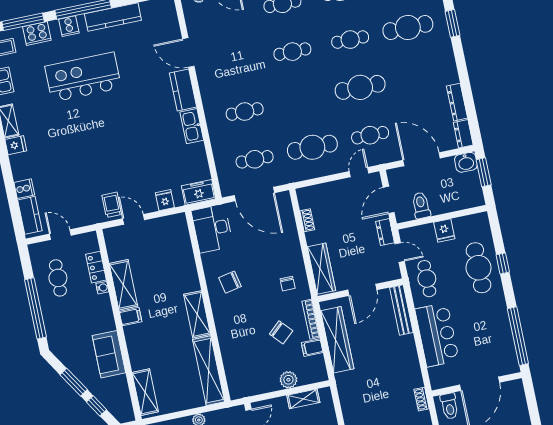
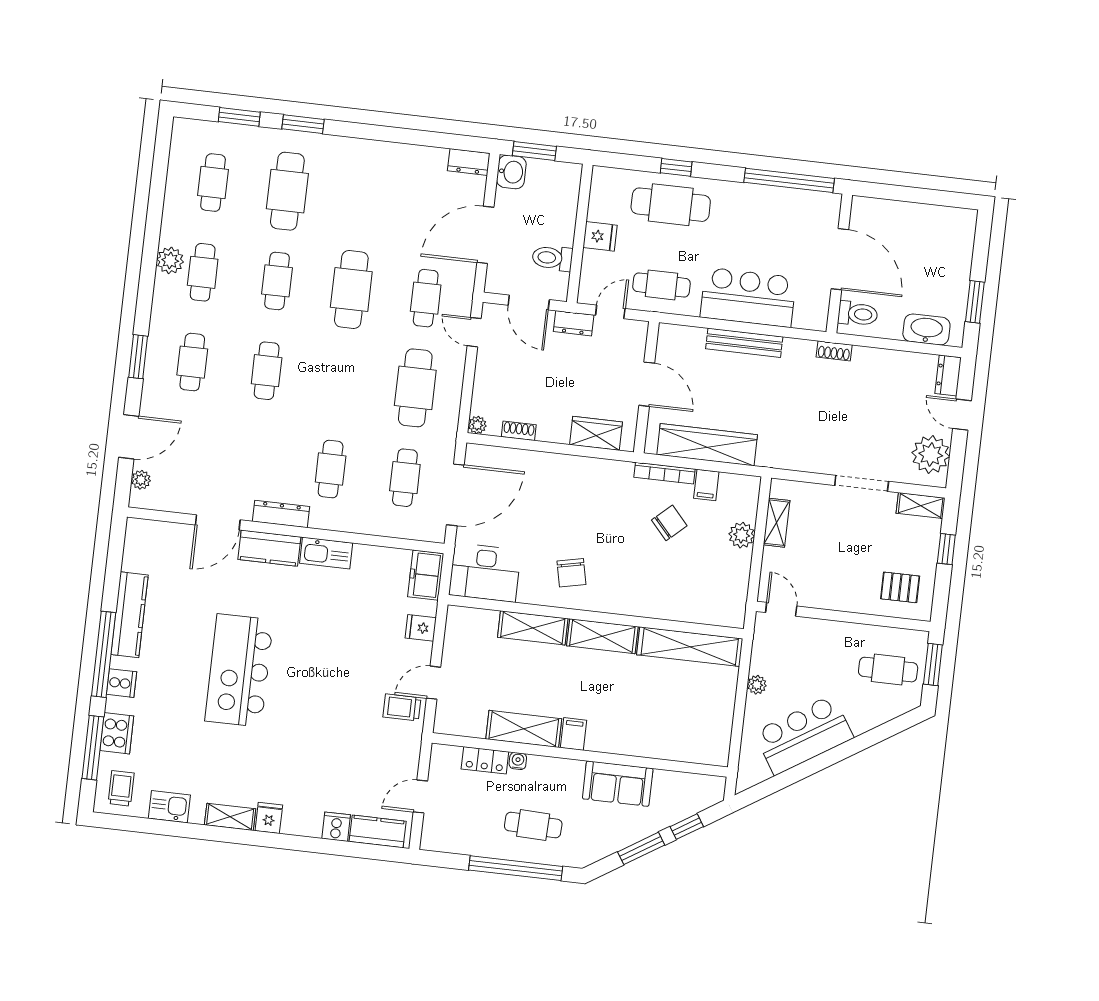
kitchen island: (83, 77) -> (239, 670), moved
dresser: (457, 102) -> (281, 514), moved, turned 180
plant: (302, 193) -> (477, 425), added
wardrobe: (321, 269) -> (596, 433), width x0.67
cafe table: (58, 278) -> (533, 825), moved
chair: (288, 284) -> (601, 490), removed
bench: (401, 310) -> (744, 343), moved
shelving: (145, 392) -> (533, 628), moved

